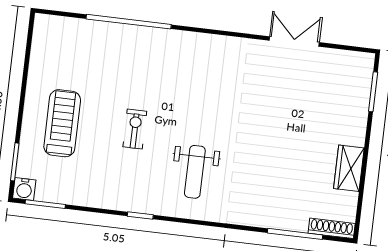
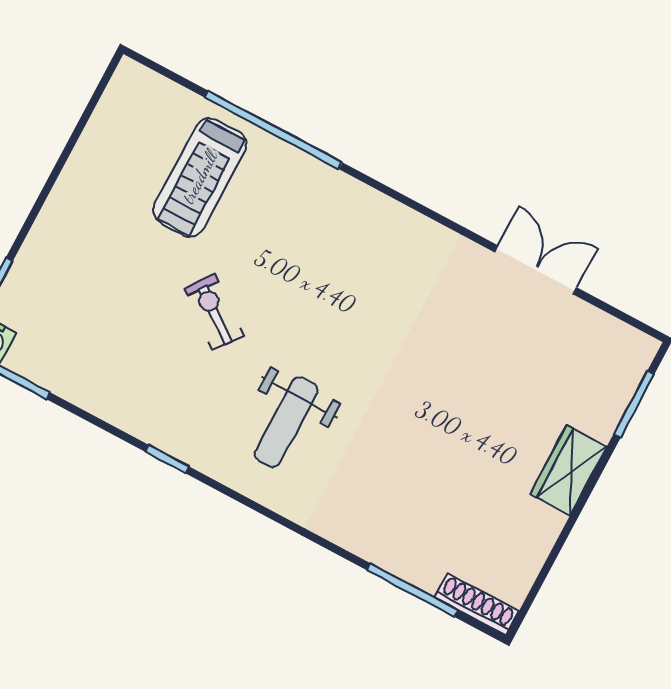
treadmill: (62, 123) -> (200, 177), moved, turned 180
exercise bike: (135, 129) -> (214, 312), turned -53
wardrobe: (349, 168) -> (568, 470), moved

